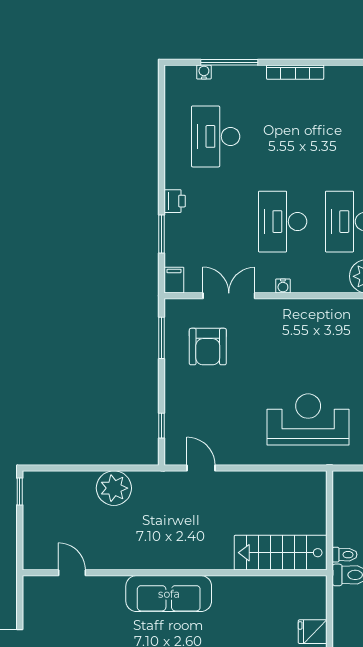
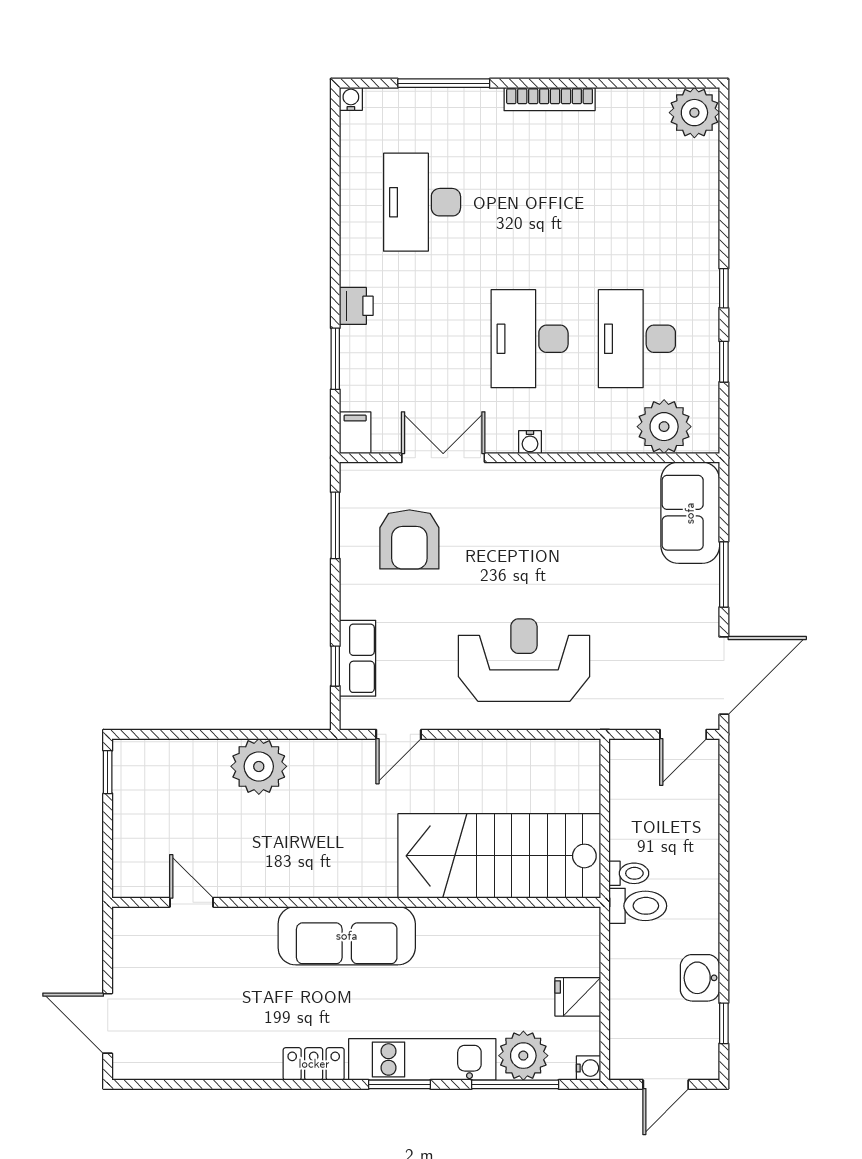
water cooler: (204, 72) -> (351, 99), moved
reception desk: (308, 419) -> (524, 660), moved
row of seats: (175, 421) -> (358, 658), added
door: (201, 468) -> (399, 734), swing flipped
stairs: (281, 553) -> (499, 856), width x1.36, depth x1.51

